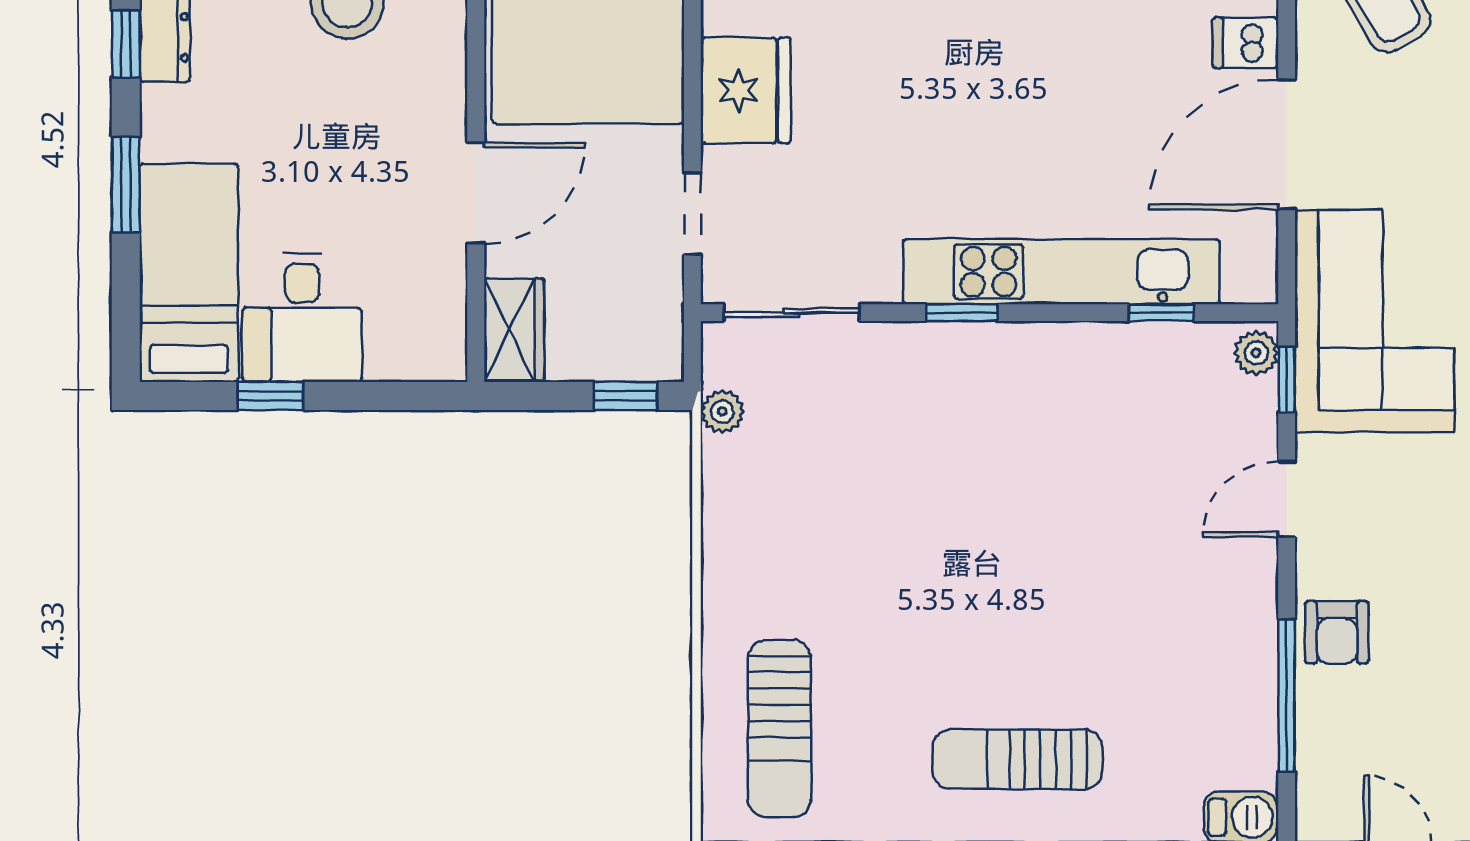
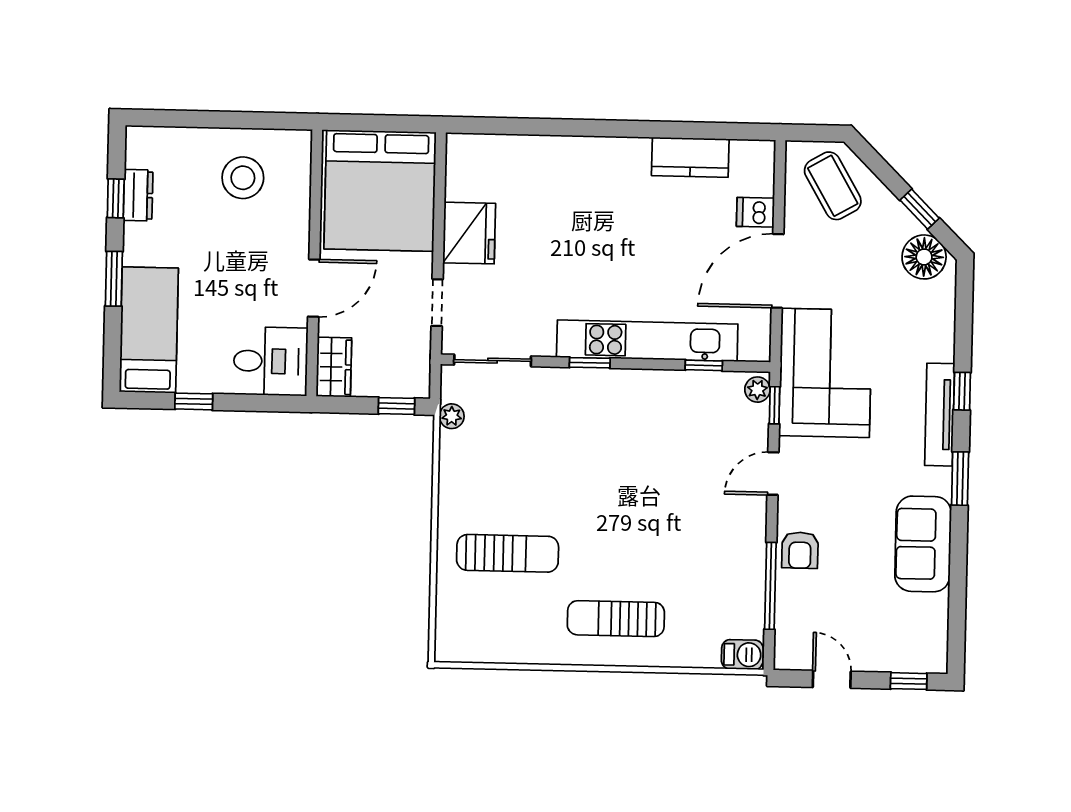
desk: (302, 318) -> (271, 361), moved, turned -90
sun lounger: (779, 729) -> (508, 553), moved, turned -90

